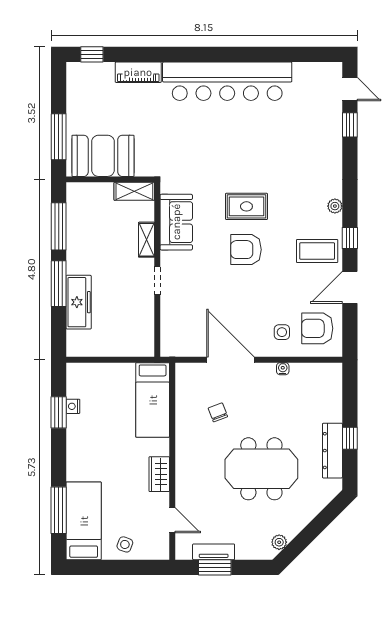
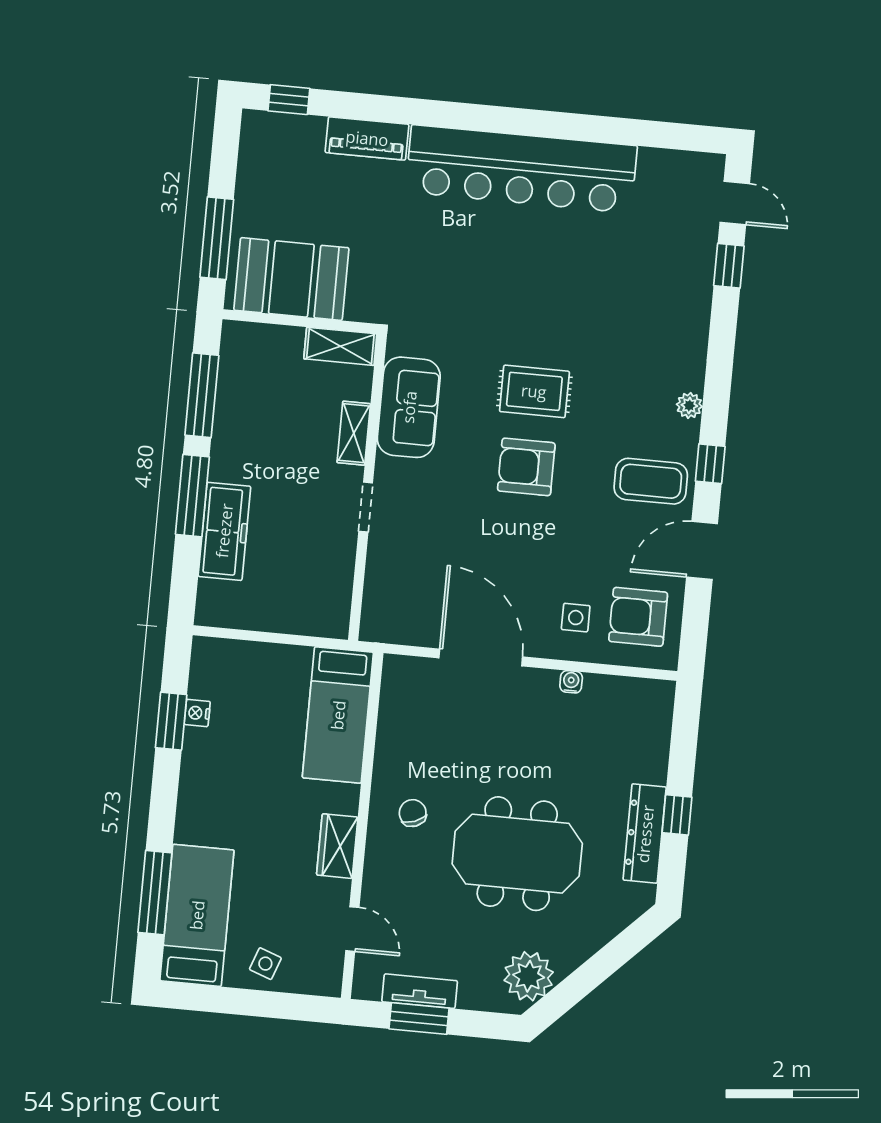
chair: (218, 412) -> (413, 813), moved
plant: (279, 542) -> (529, 976), width x1.88, depth x1.88

